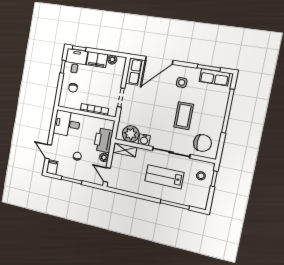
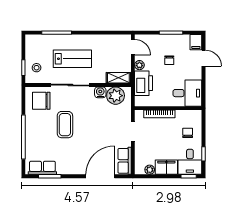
side table: (182, 82) -> (73, 158), removed

